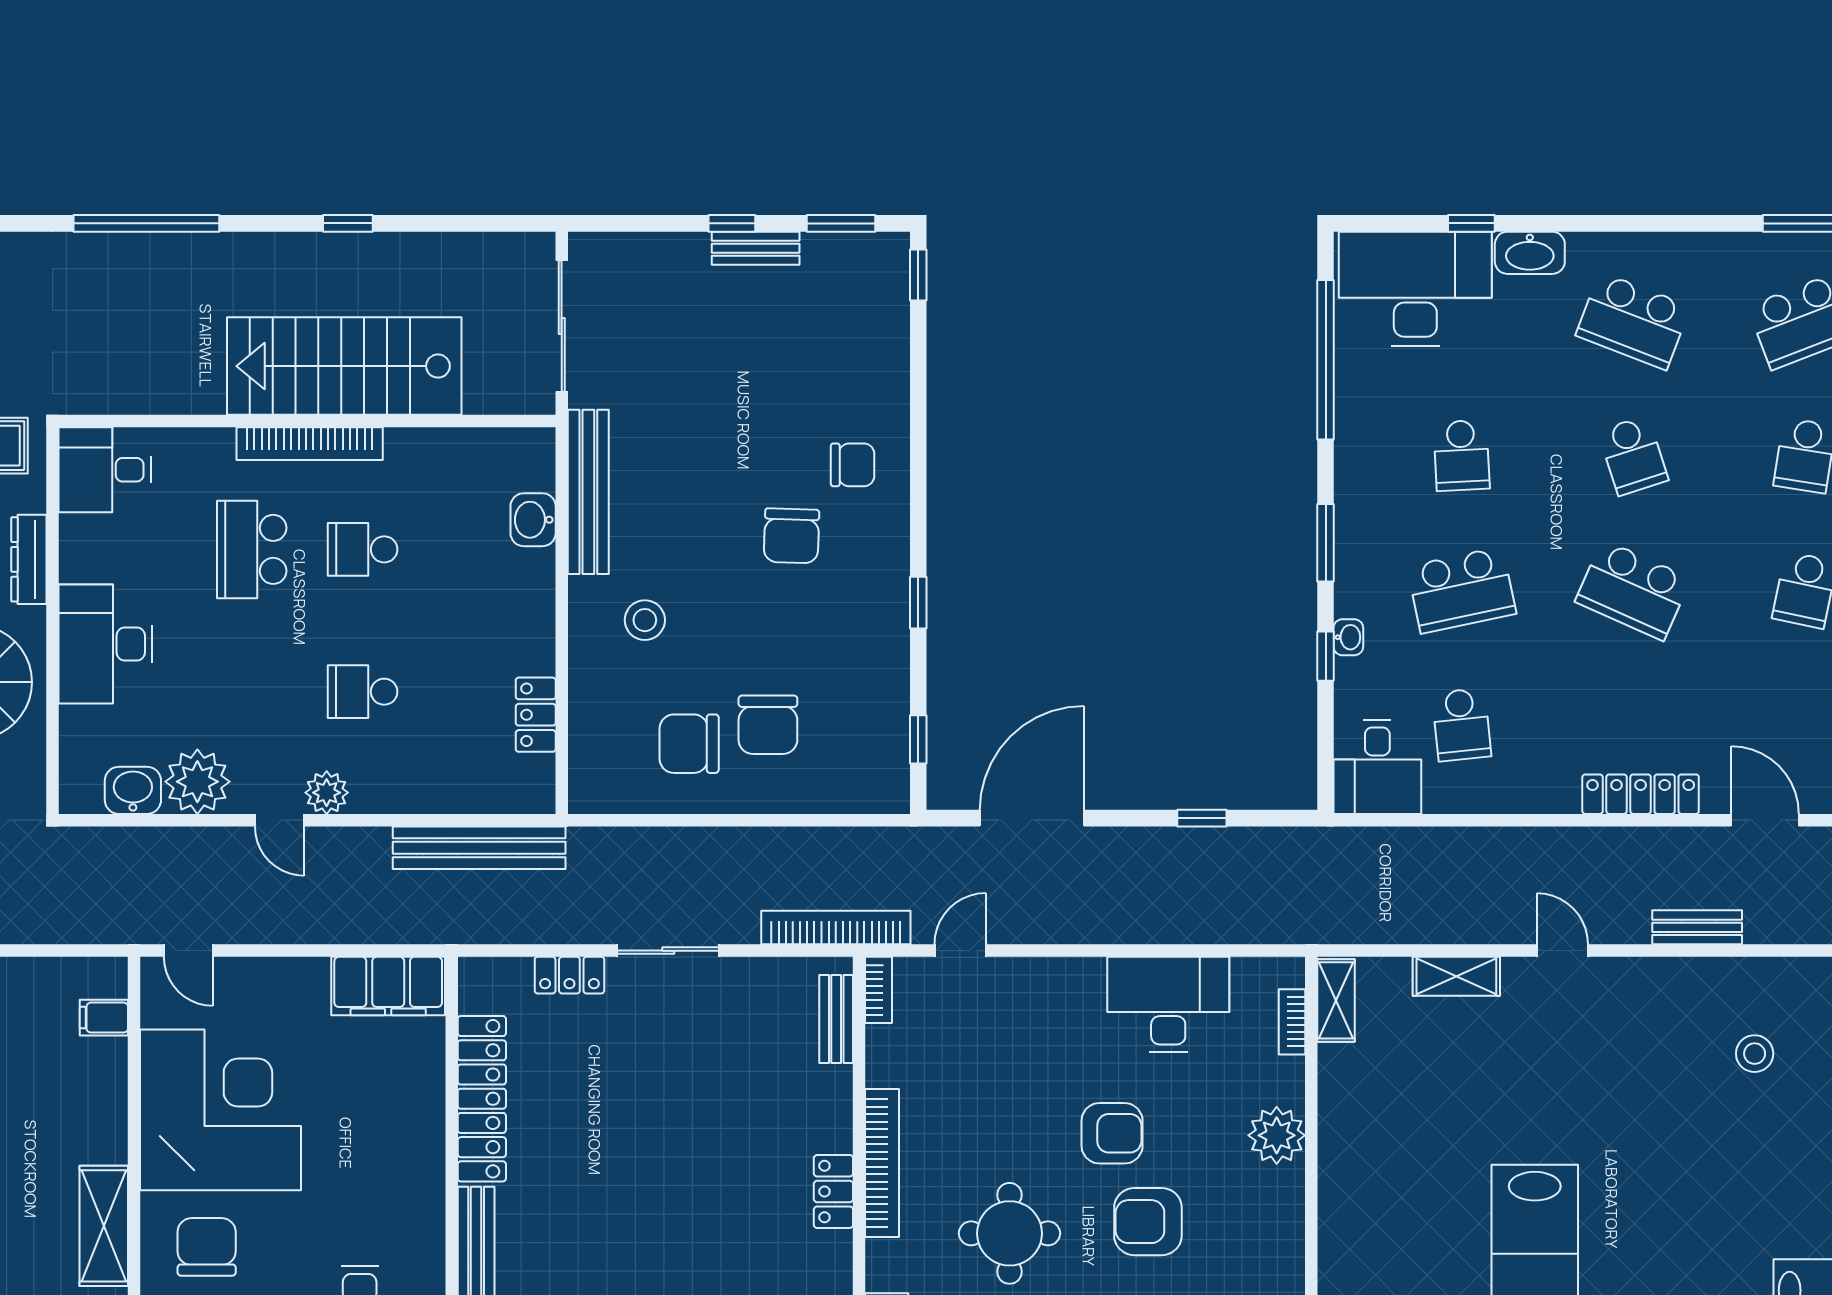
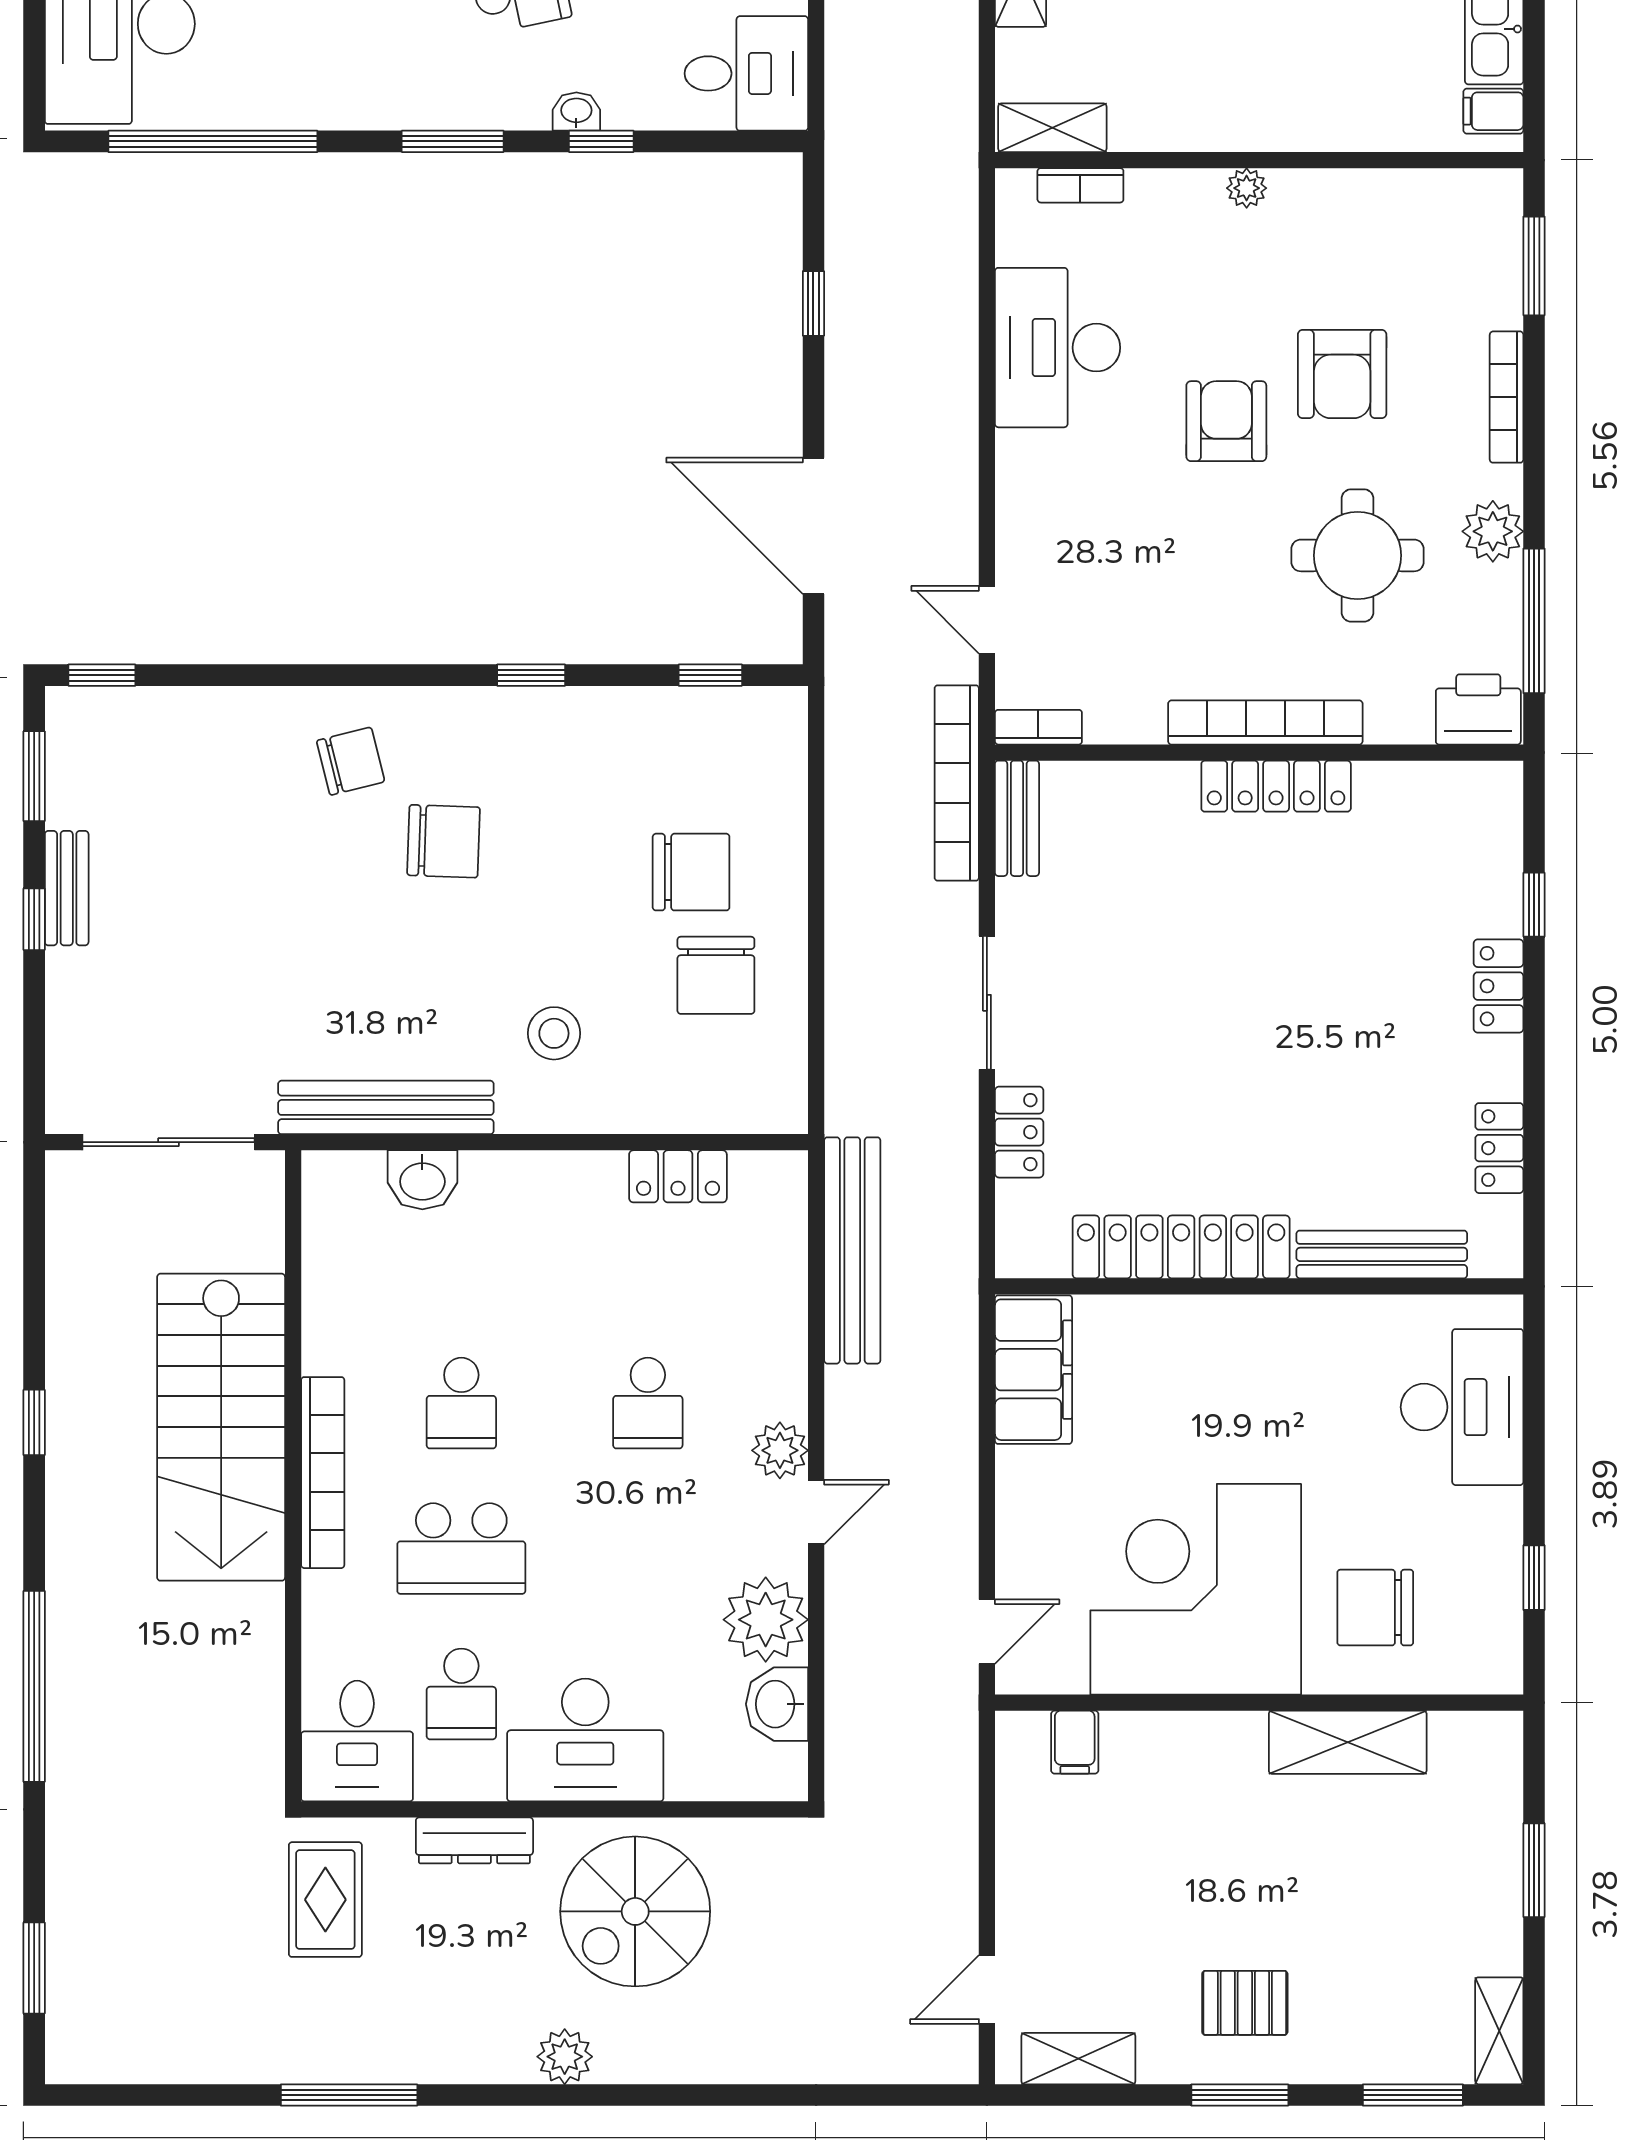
chair: (853, 465) -> (351, 761), turned 76
school desk: (141, 549) -> (461, 1694), added
bench: (836, 1019) -> (1017, 818), moved, turned 90
plant: (1277, 1135) -> (1247, 188), width x0.53, depth x0.53
locker: (833, 1191) -> (1276, 786), width x1.53

